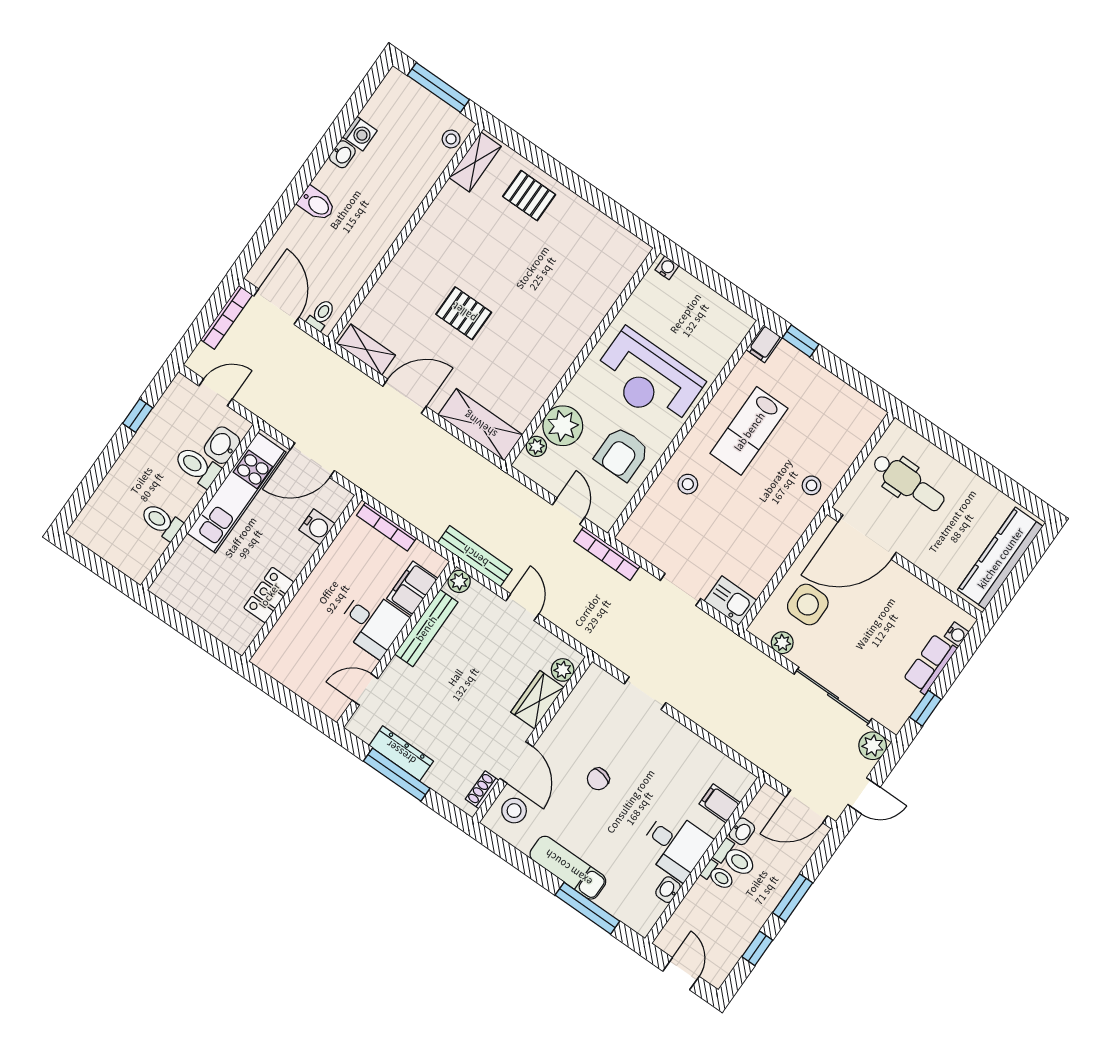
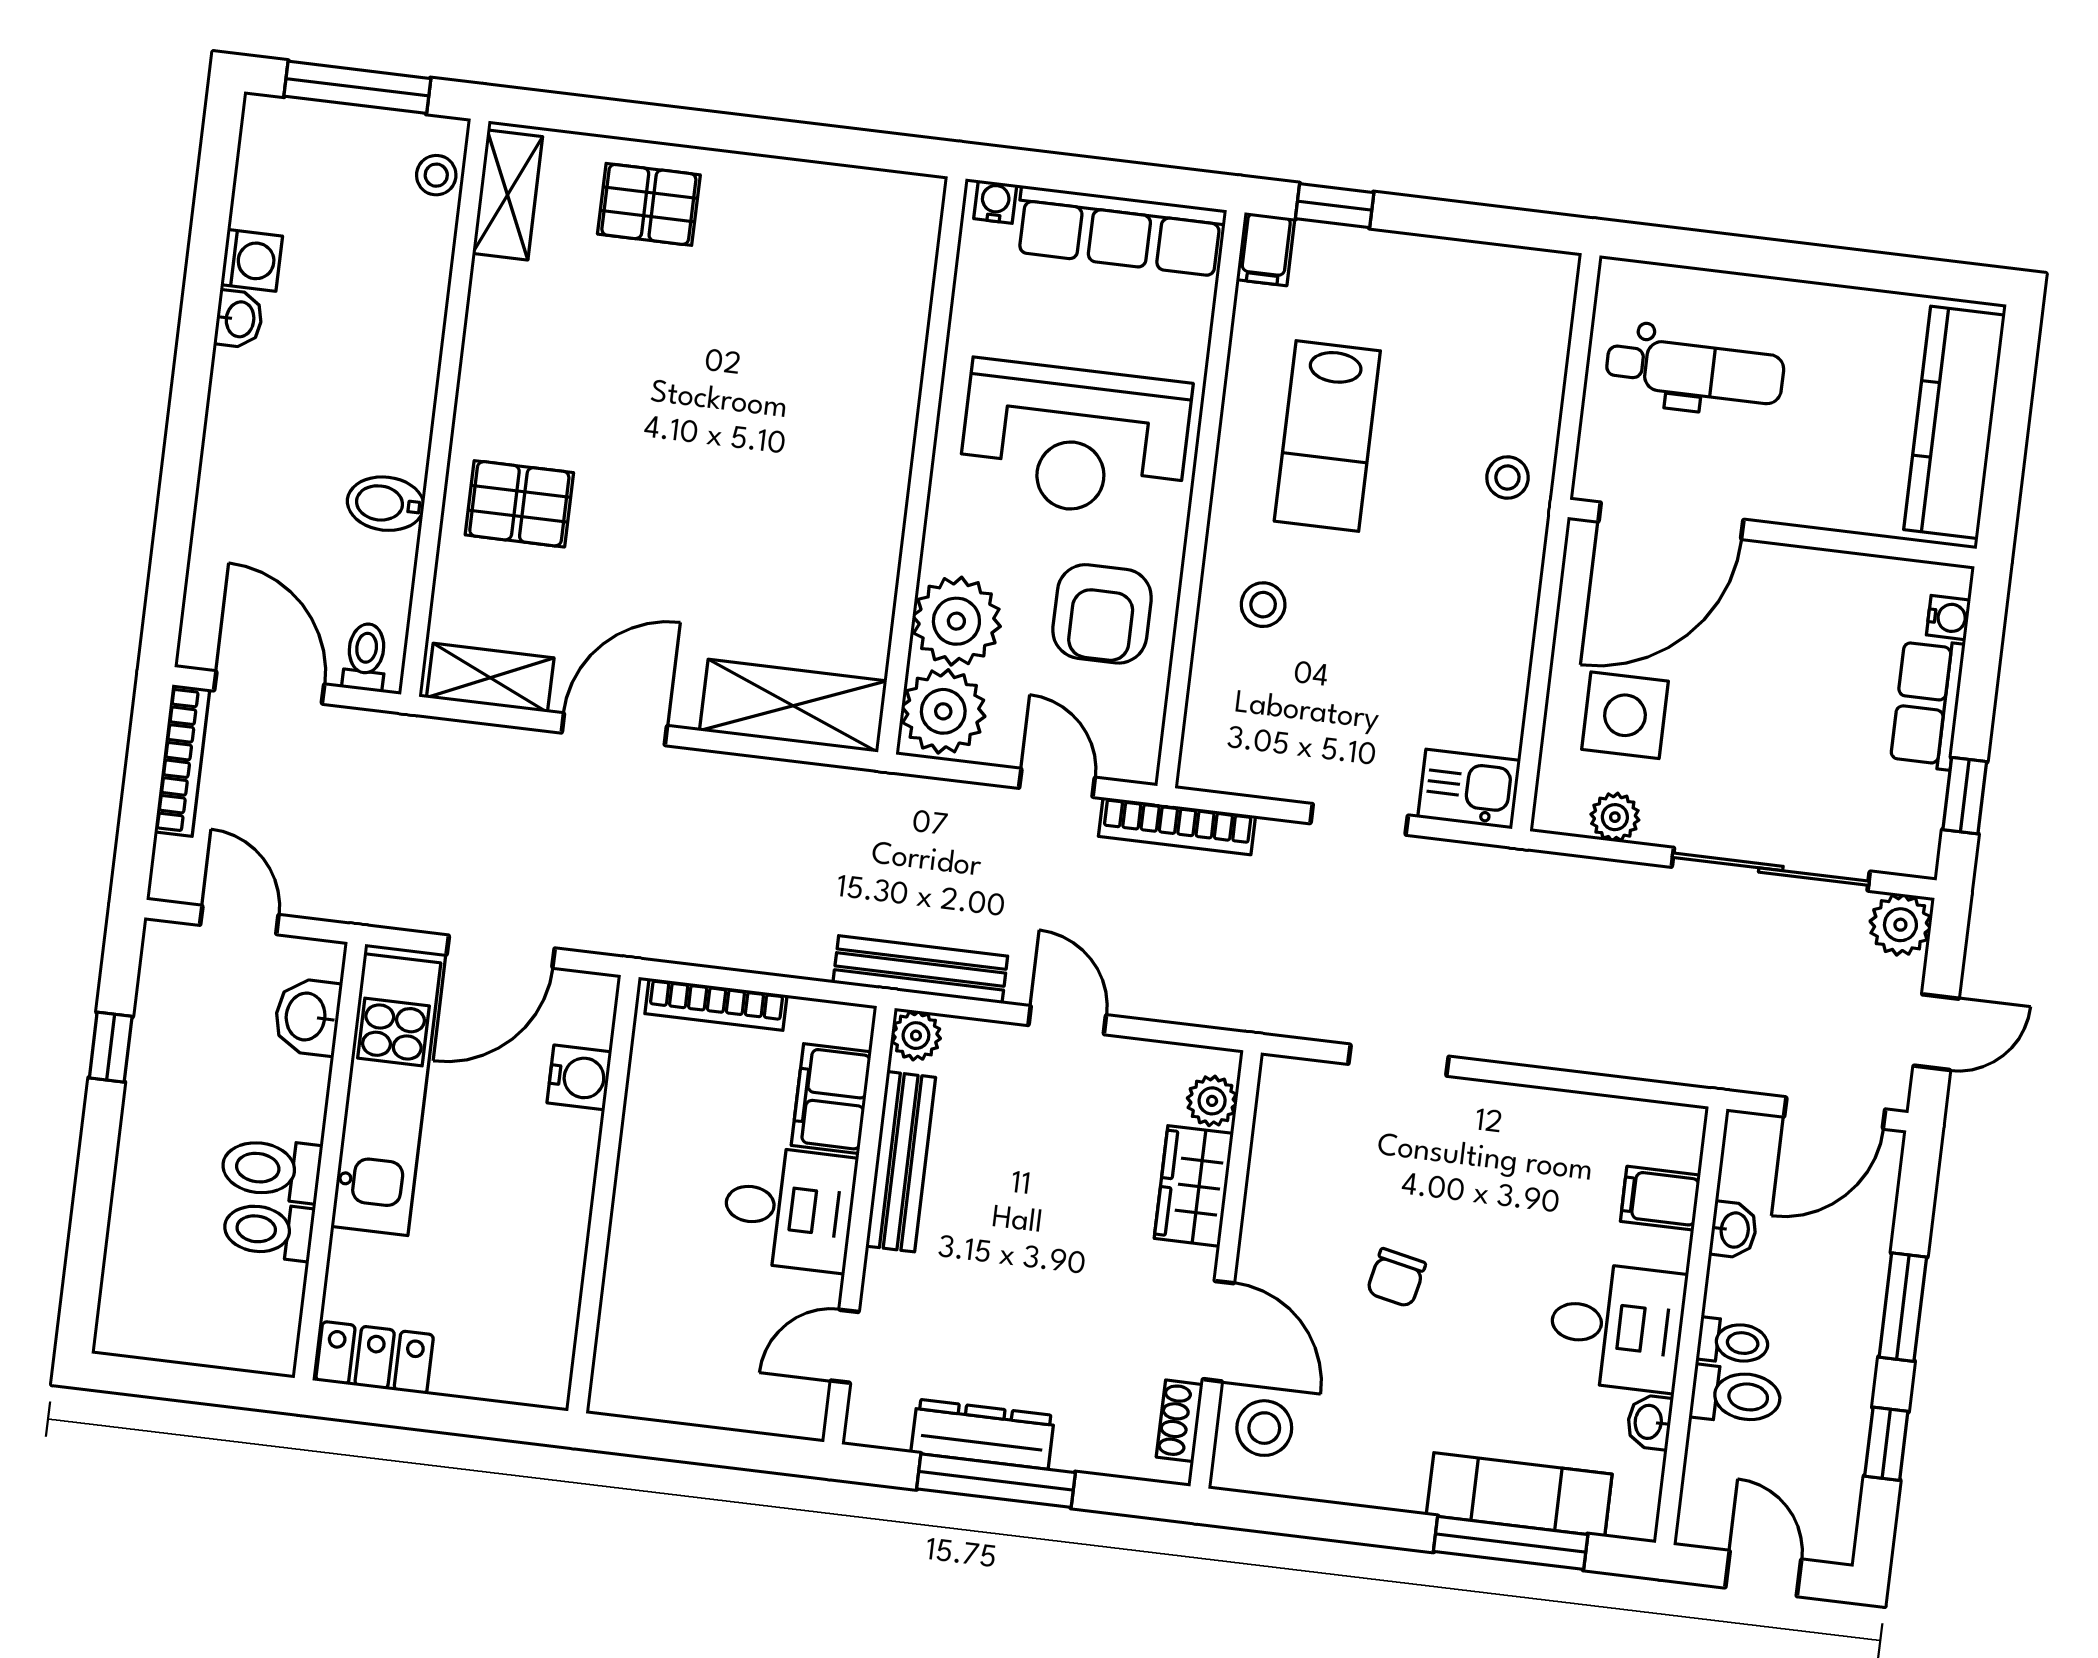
bidet: (317, 204) -> (386, 504), moved, turned 180
row of seats: (710, 306) -> (1120, 231), added
pallet: (464, 313) -> (519, 504), moved
door: (215, 392) -> (239, 920), hinge flipped
plant: (536, 446) -> (943, 711), width x1.88, depth x1.88
toilet: (197, 467) -> (271, 1169), moved
locker: (269, 595) -> (375, 1358), moved, turned 90
toilet: (735, 859) -> (1736, 1395), moved
exam couch: (568, 868) -> (1519, 1495), moved

